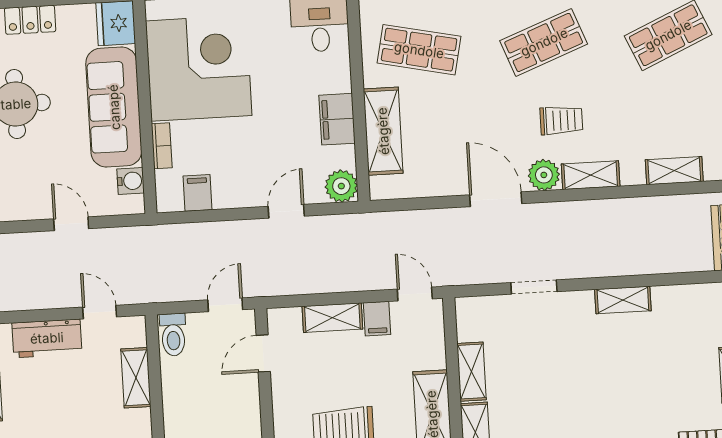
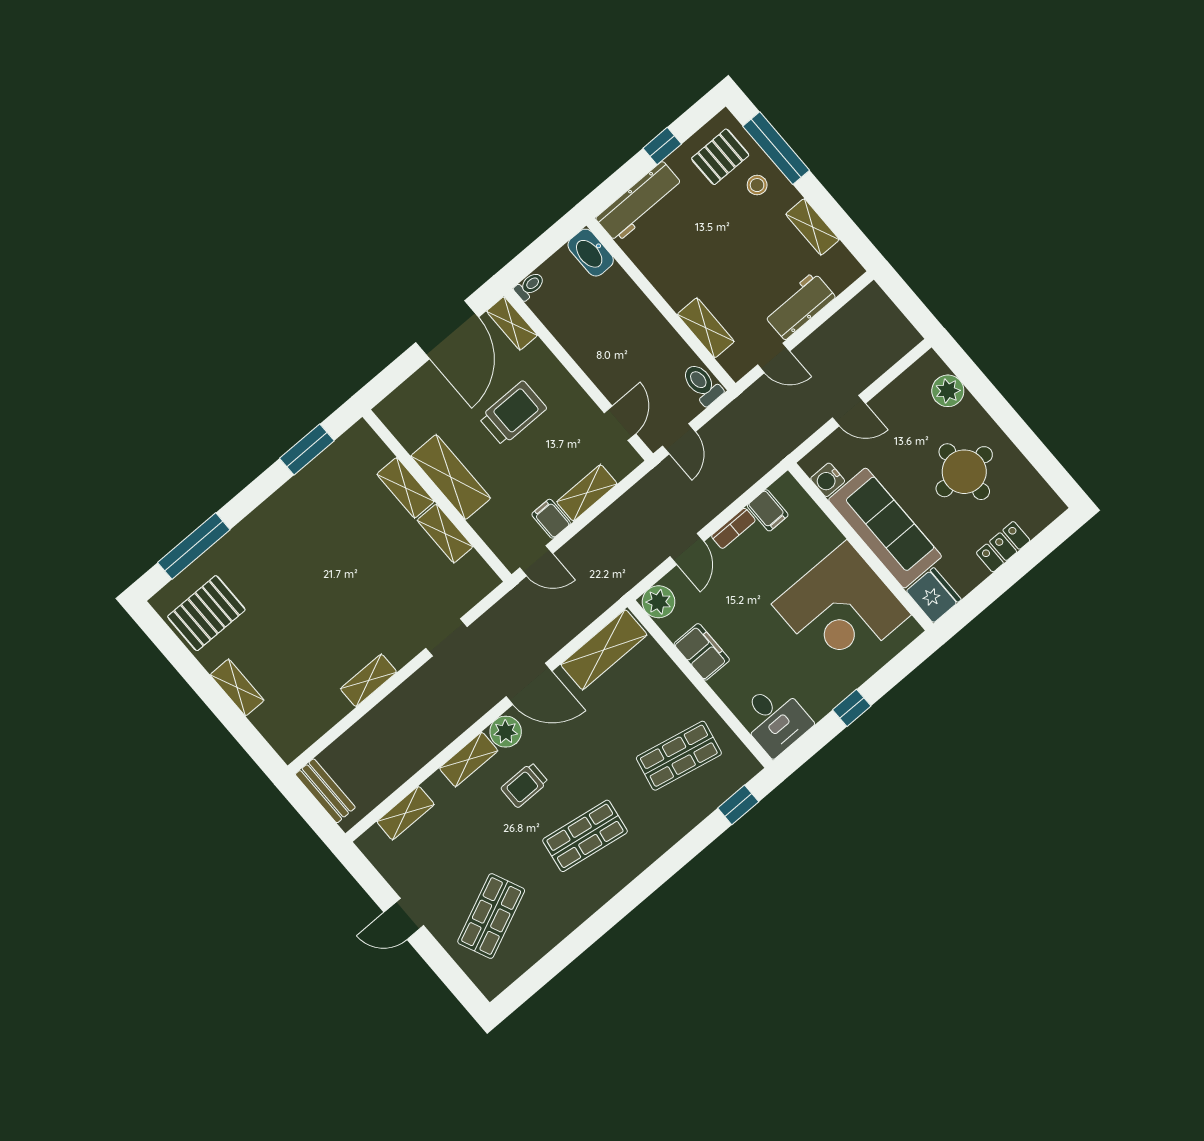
shop shelf: (544, 42) -> (585, 836), turned 30
shelving: (383, 131) -> (604, 650), moved, turned 90
bookcase: (162, 146) -> (733, 528), moved, turned -90

